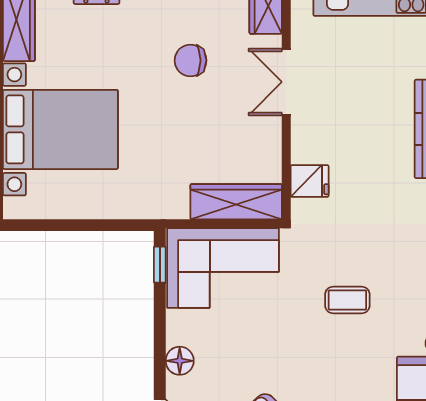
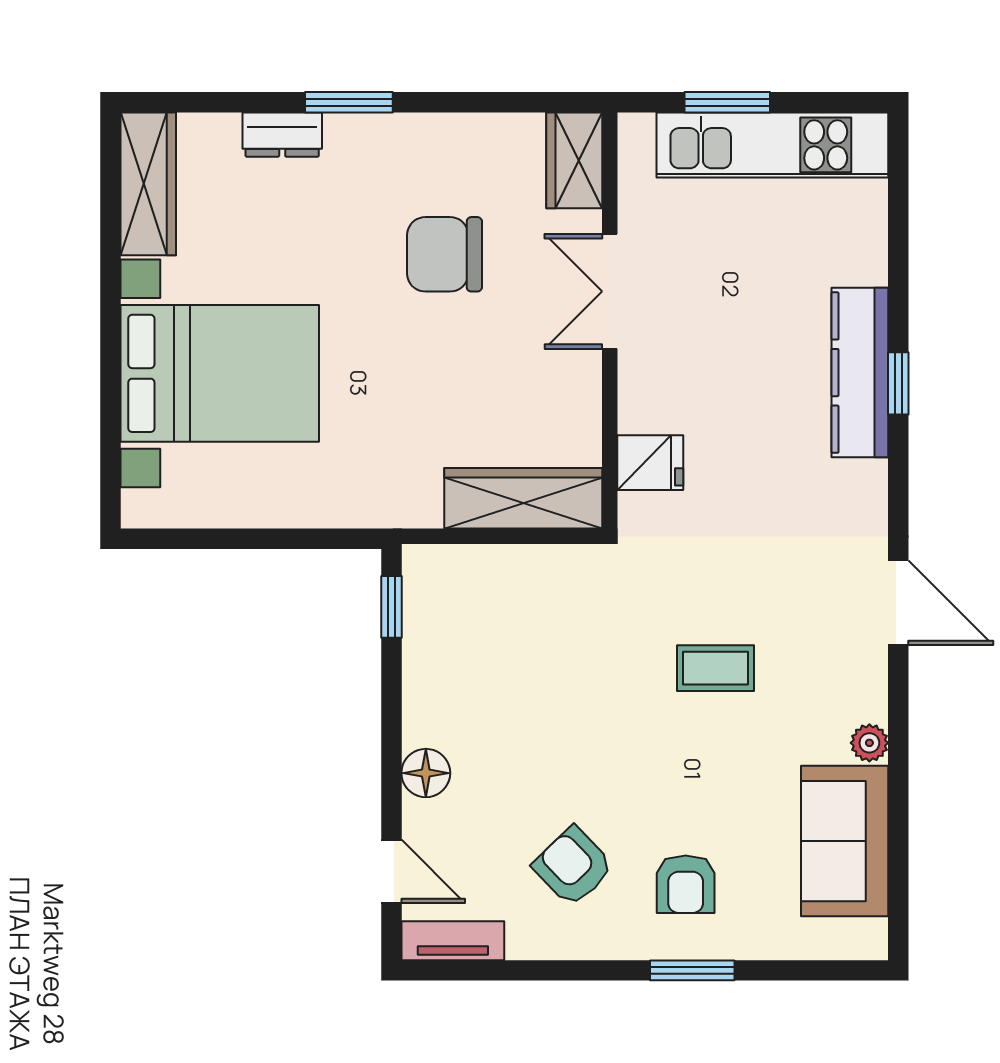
chair: (190, 60) -> (444, 254), width x1.37, depth x1.37
corner sofa: (223, 268) -> (501, 613), removed

